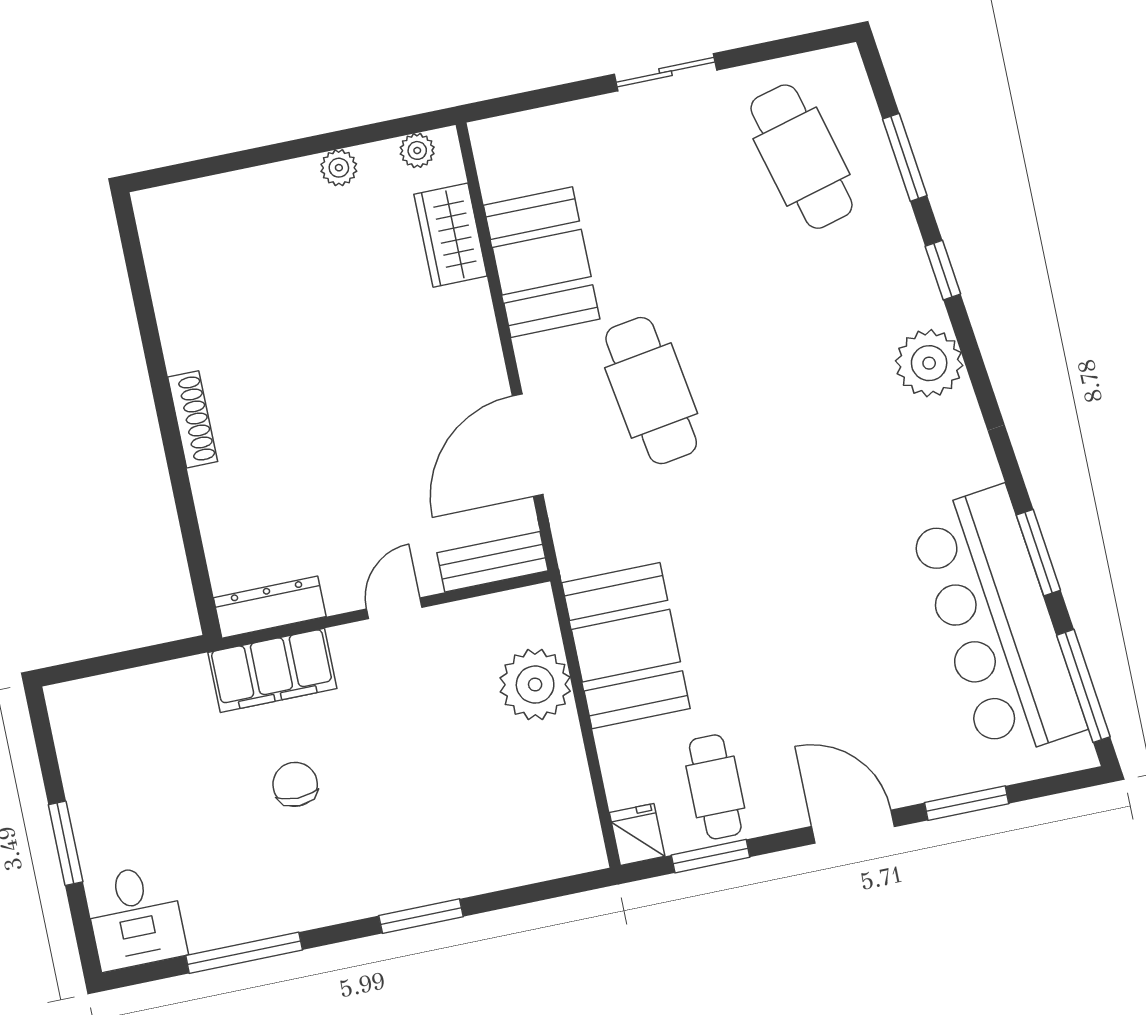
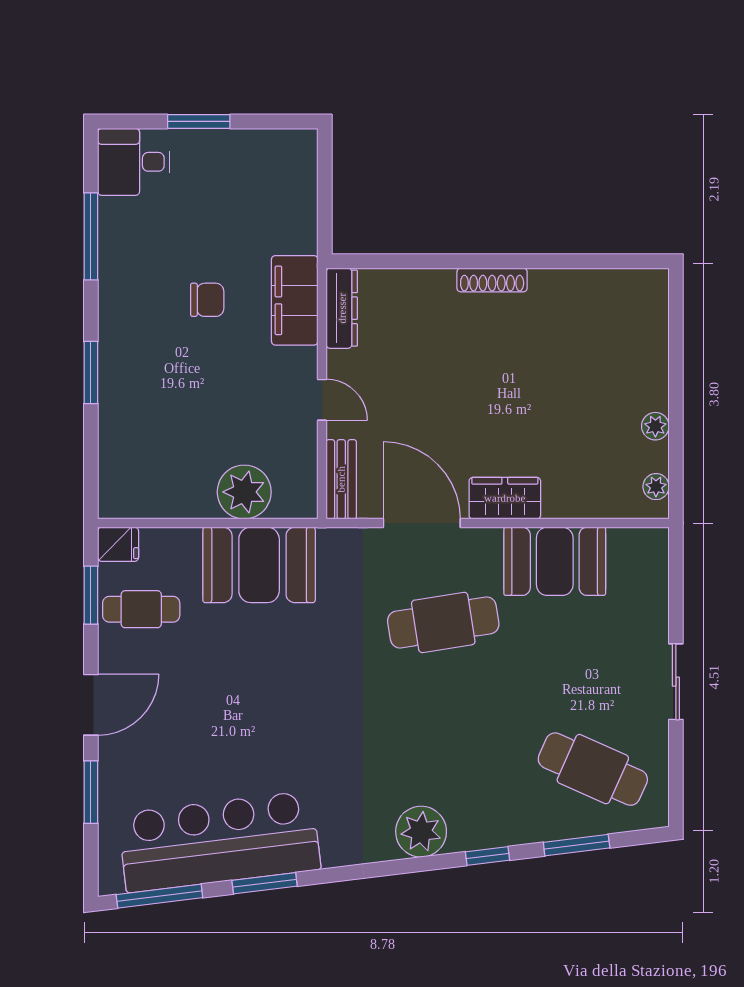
cafe table: (802, 157) -> (593, 769), turned 39
wardrobe: (450, 235) -> (505, 498), moved

